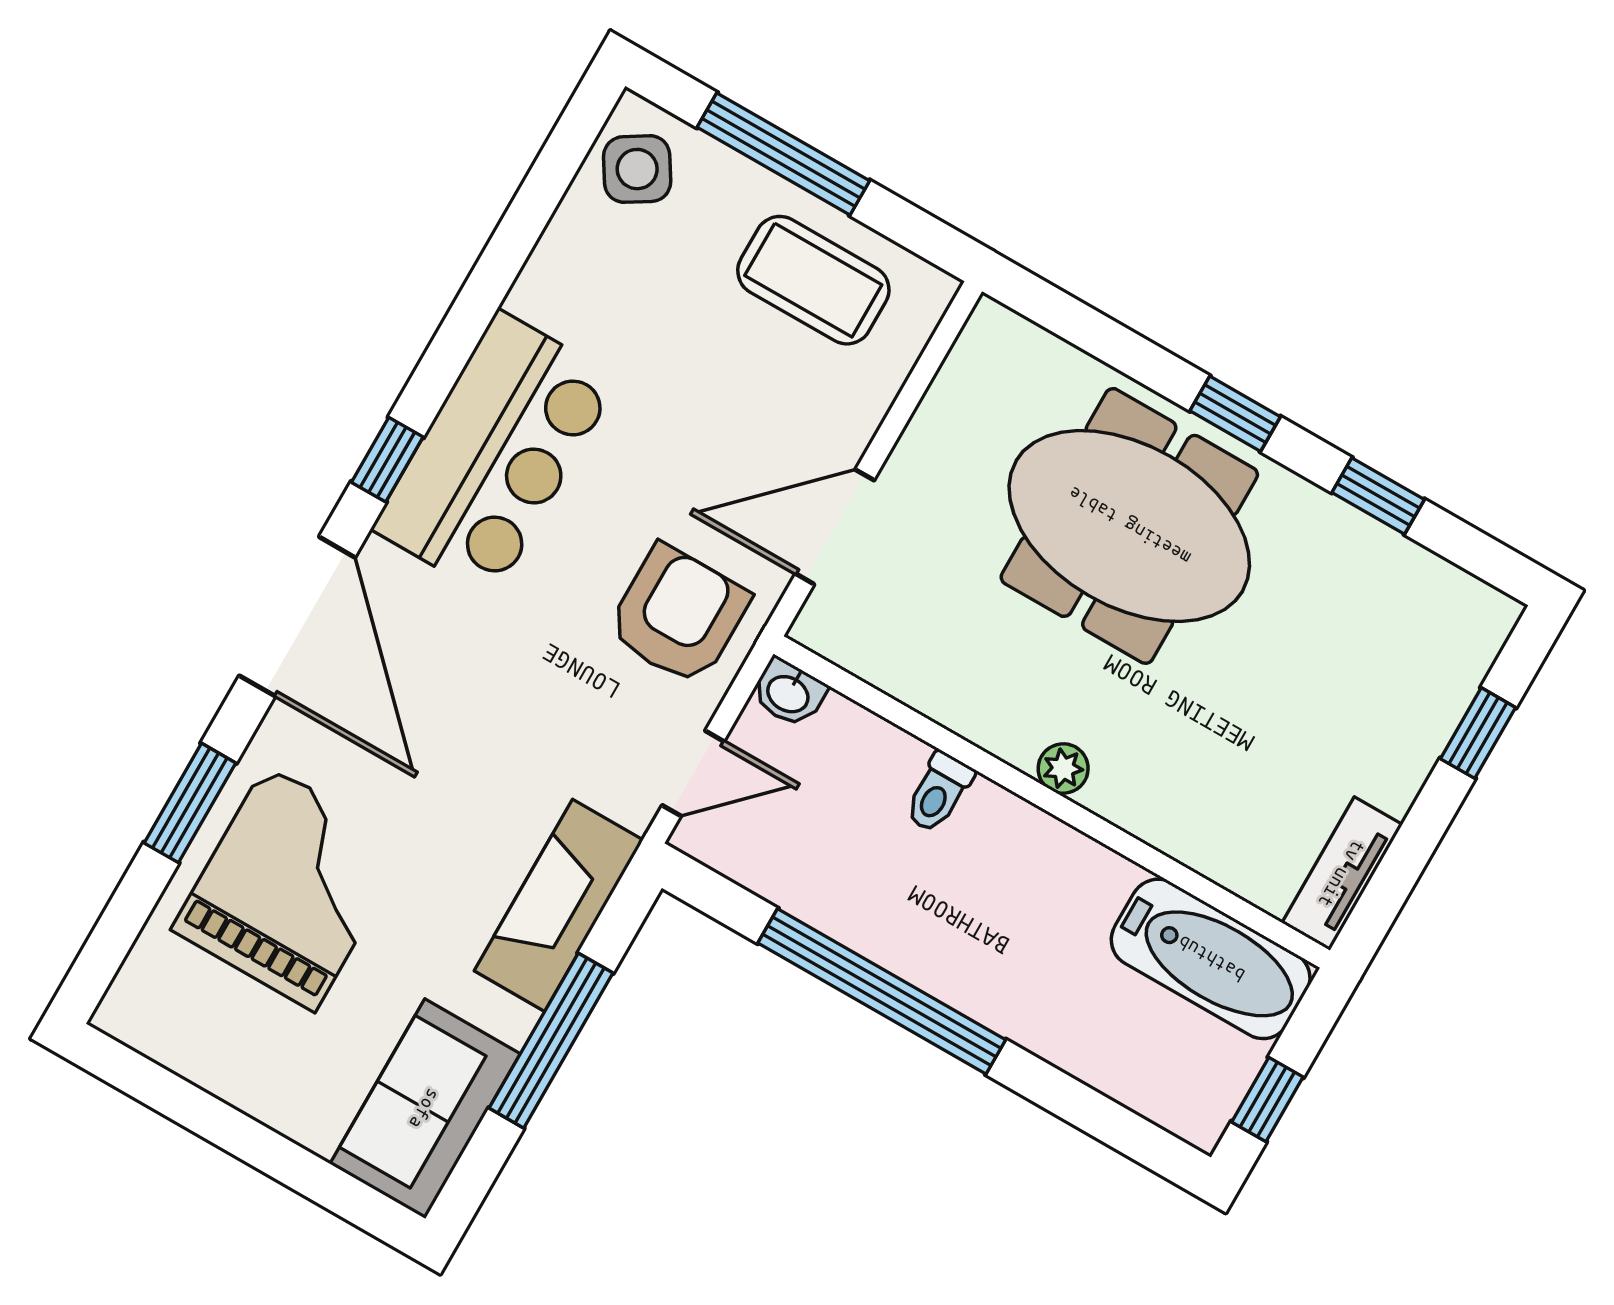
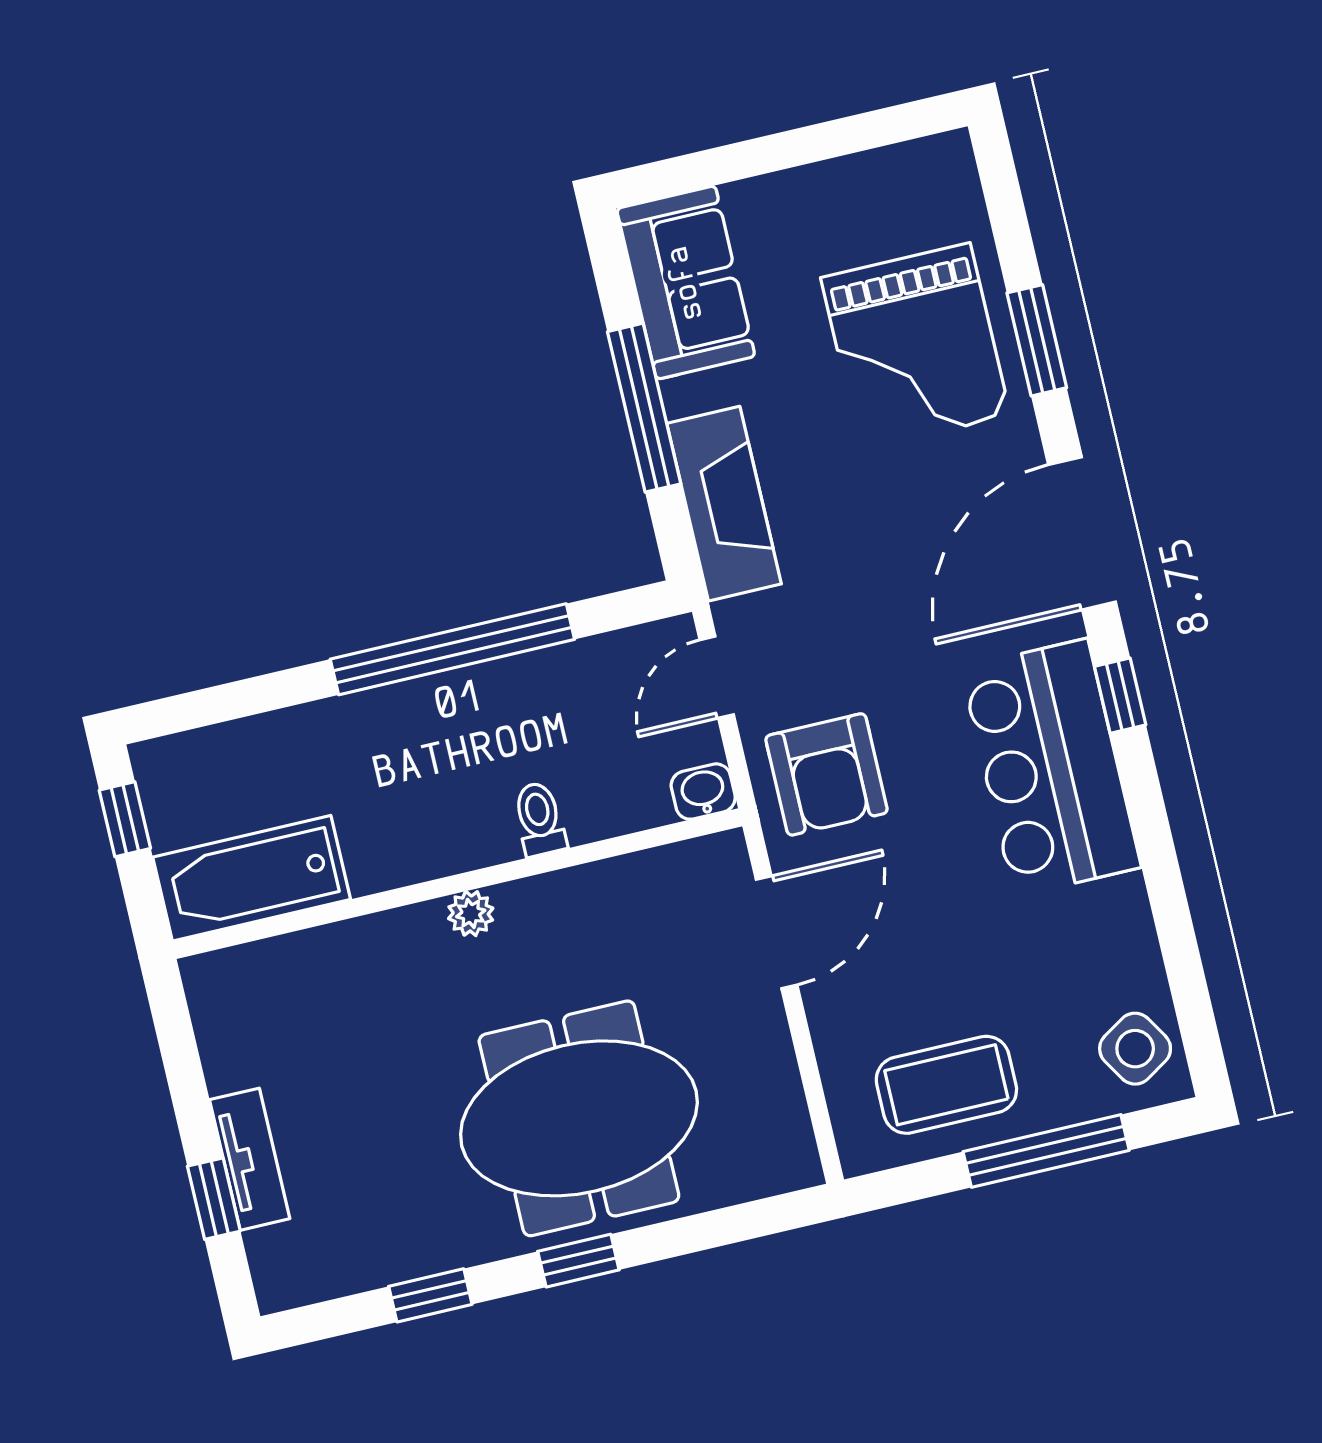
door: (297, 616) -> (1082, 533), hinge flipped
tv unit: (1342, 874) -> (250, 1159), moved

